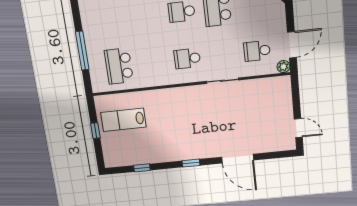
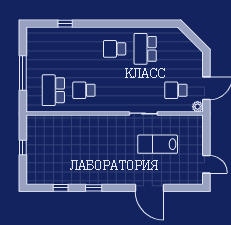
school desk: (187, 59) -> (84, 90), moved
lab bench: (123, 120) -> (158, 144), moved
window: (191, 163) -> (94, 188), moved

